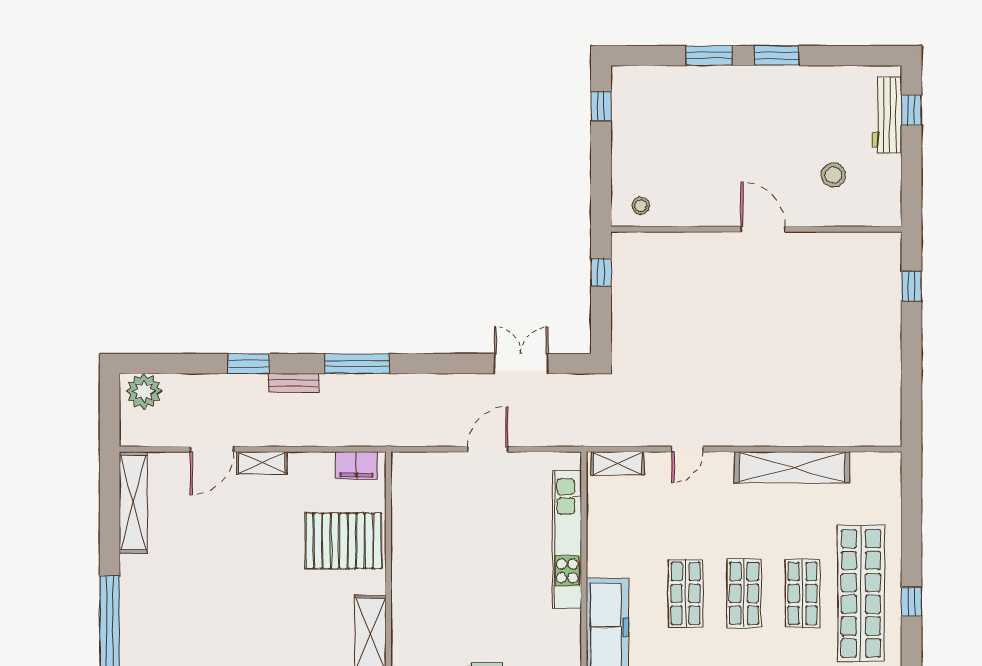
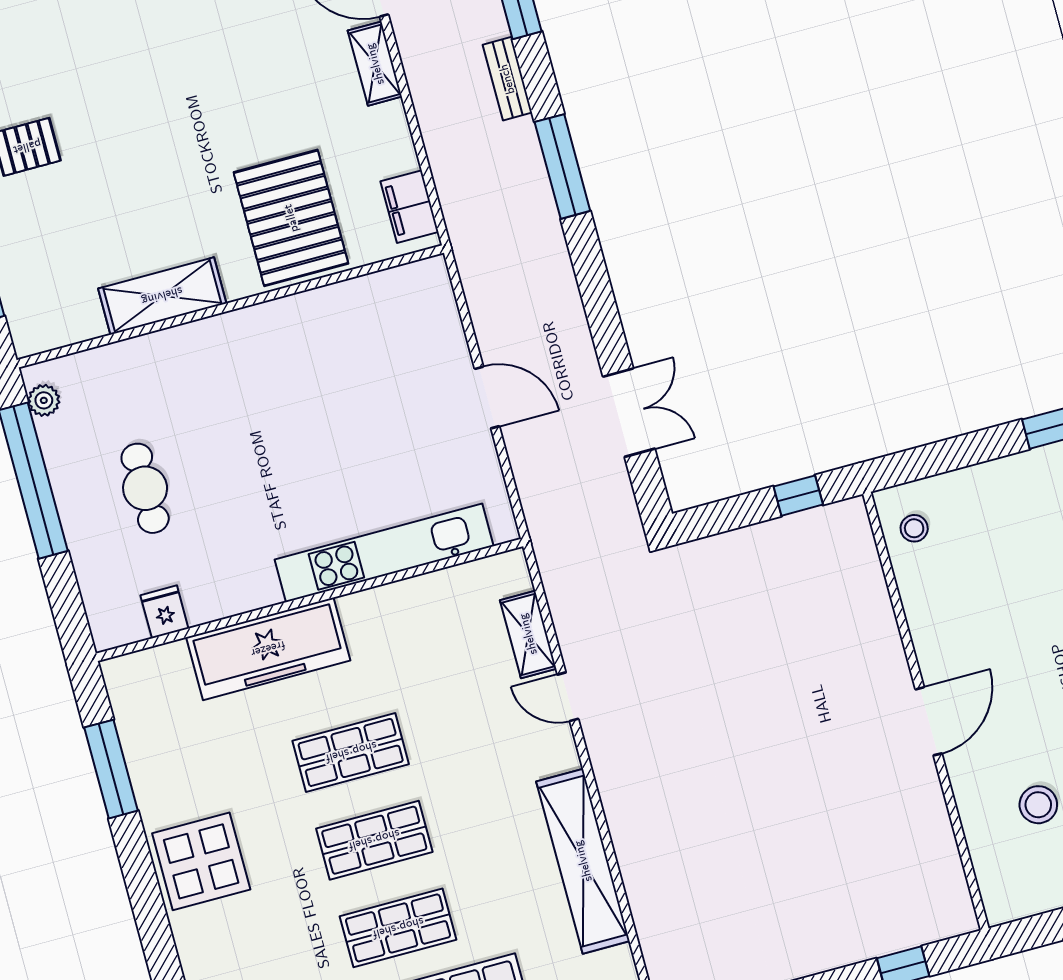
shelving: (618, 463) -> (528, 634), moved

